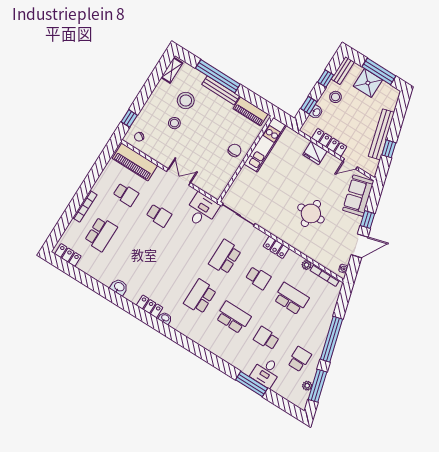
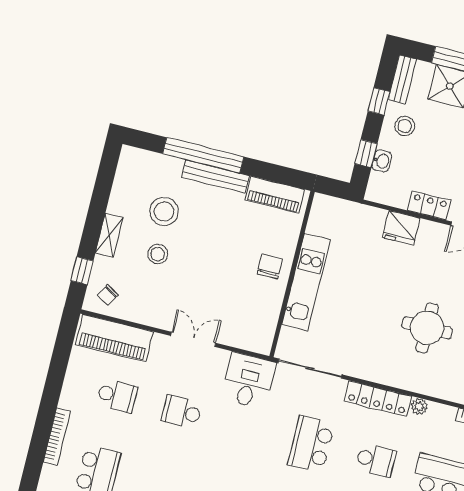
shelving: (172, 70) -> (109, 235), moved
locker: (329, 142) -> (429, 205), width x0.66
kitchen unit: (265, 145) -> (306, 282), moved
school desk: (159, 215) -> (182, 412), turned 180
locker: (276, 247) -> (378, 399), width x1.53
plant: (307, 265) -> (419, 406), moved

